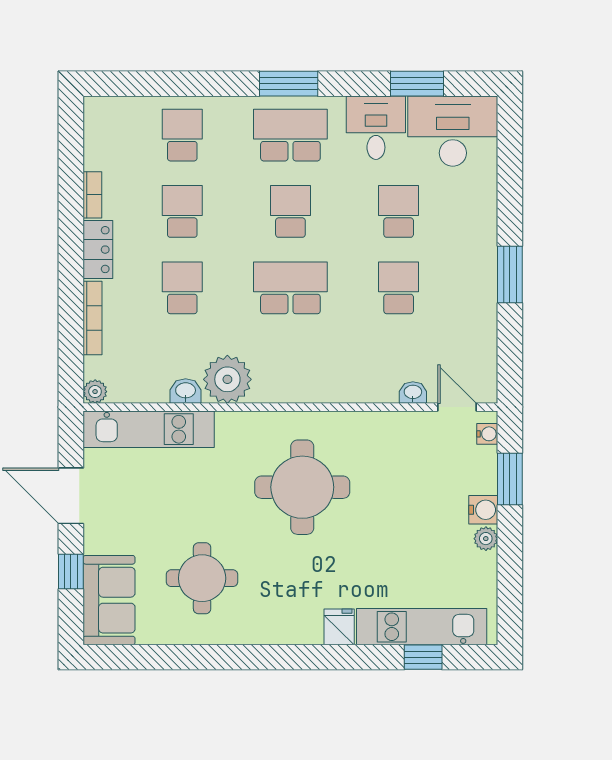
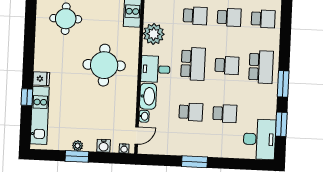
window: (289, 84) -> (283, 84), moved
desk: (376, 128) -> (155, 69), moved, turned 180
washbasin: (186, 391) -> (148, 96), moved, width x1.91, depth x1.45
window: (510, 479) -> (77, 156), moved
water cooler: (483, 510) -> (104, 146), moved
window: (423, 657) -> (27, 97), moved

